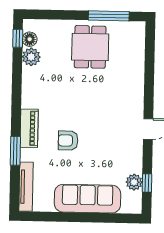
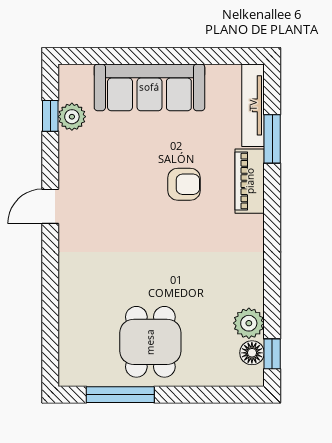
piano: (29, 128) -> (250, 181), moved
window: (15, 151) -> (272, 139), moved

